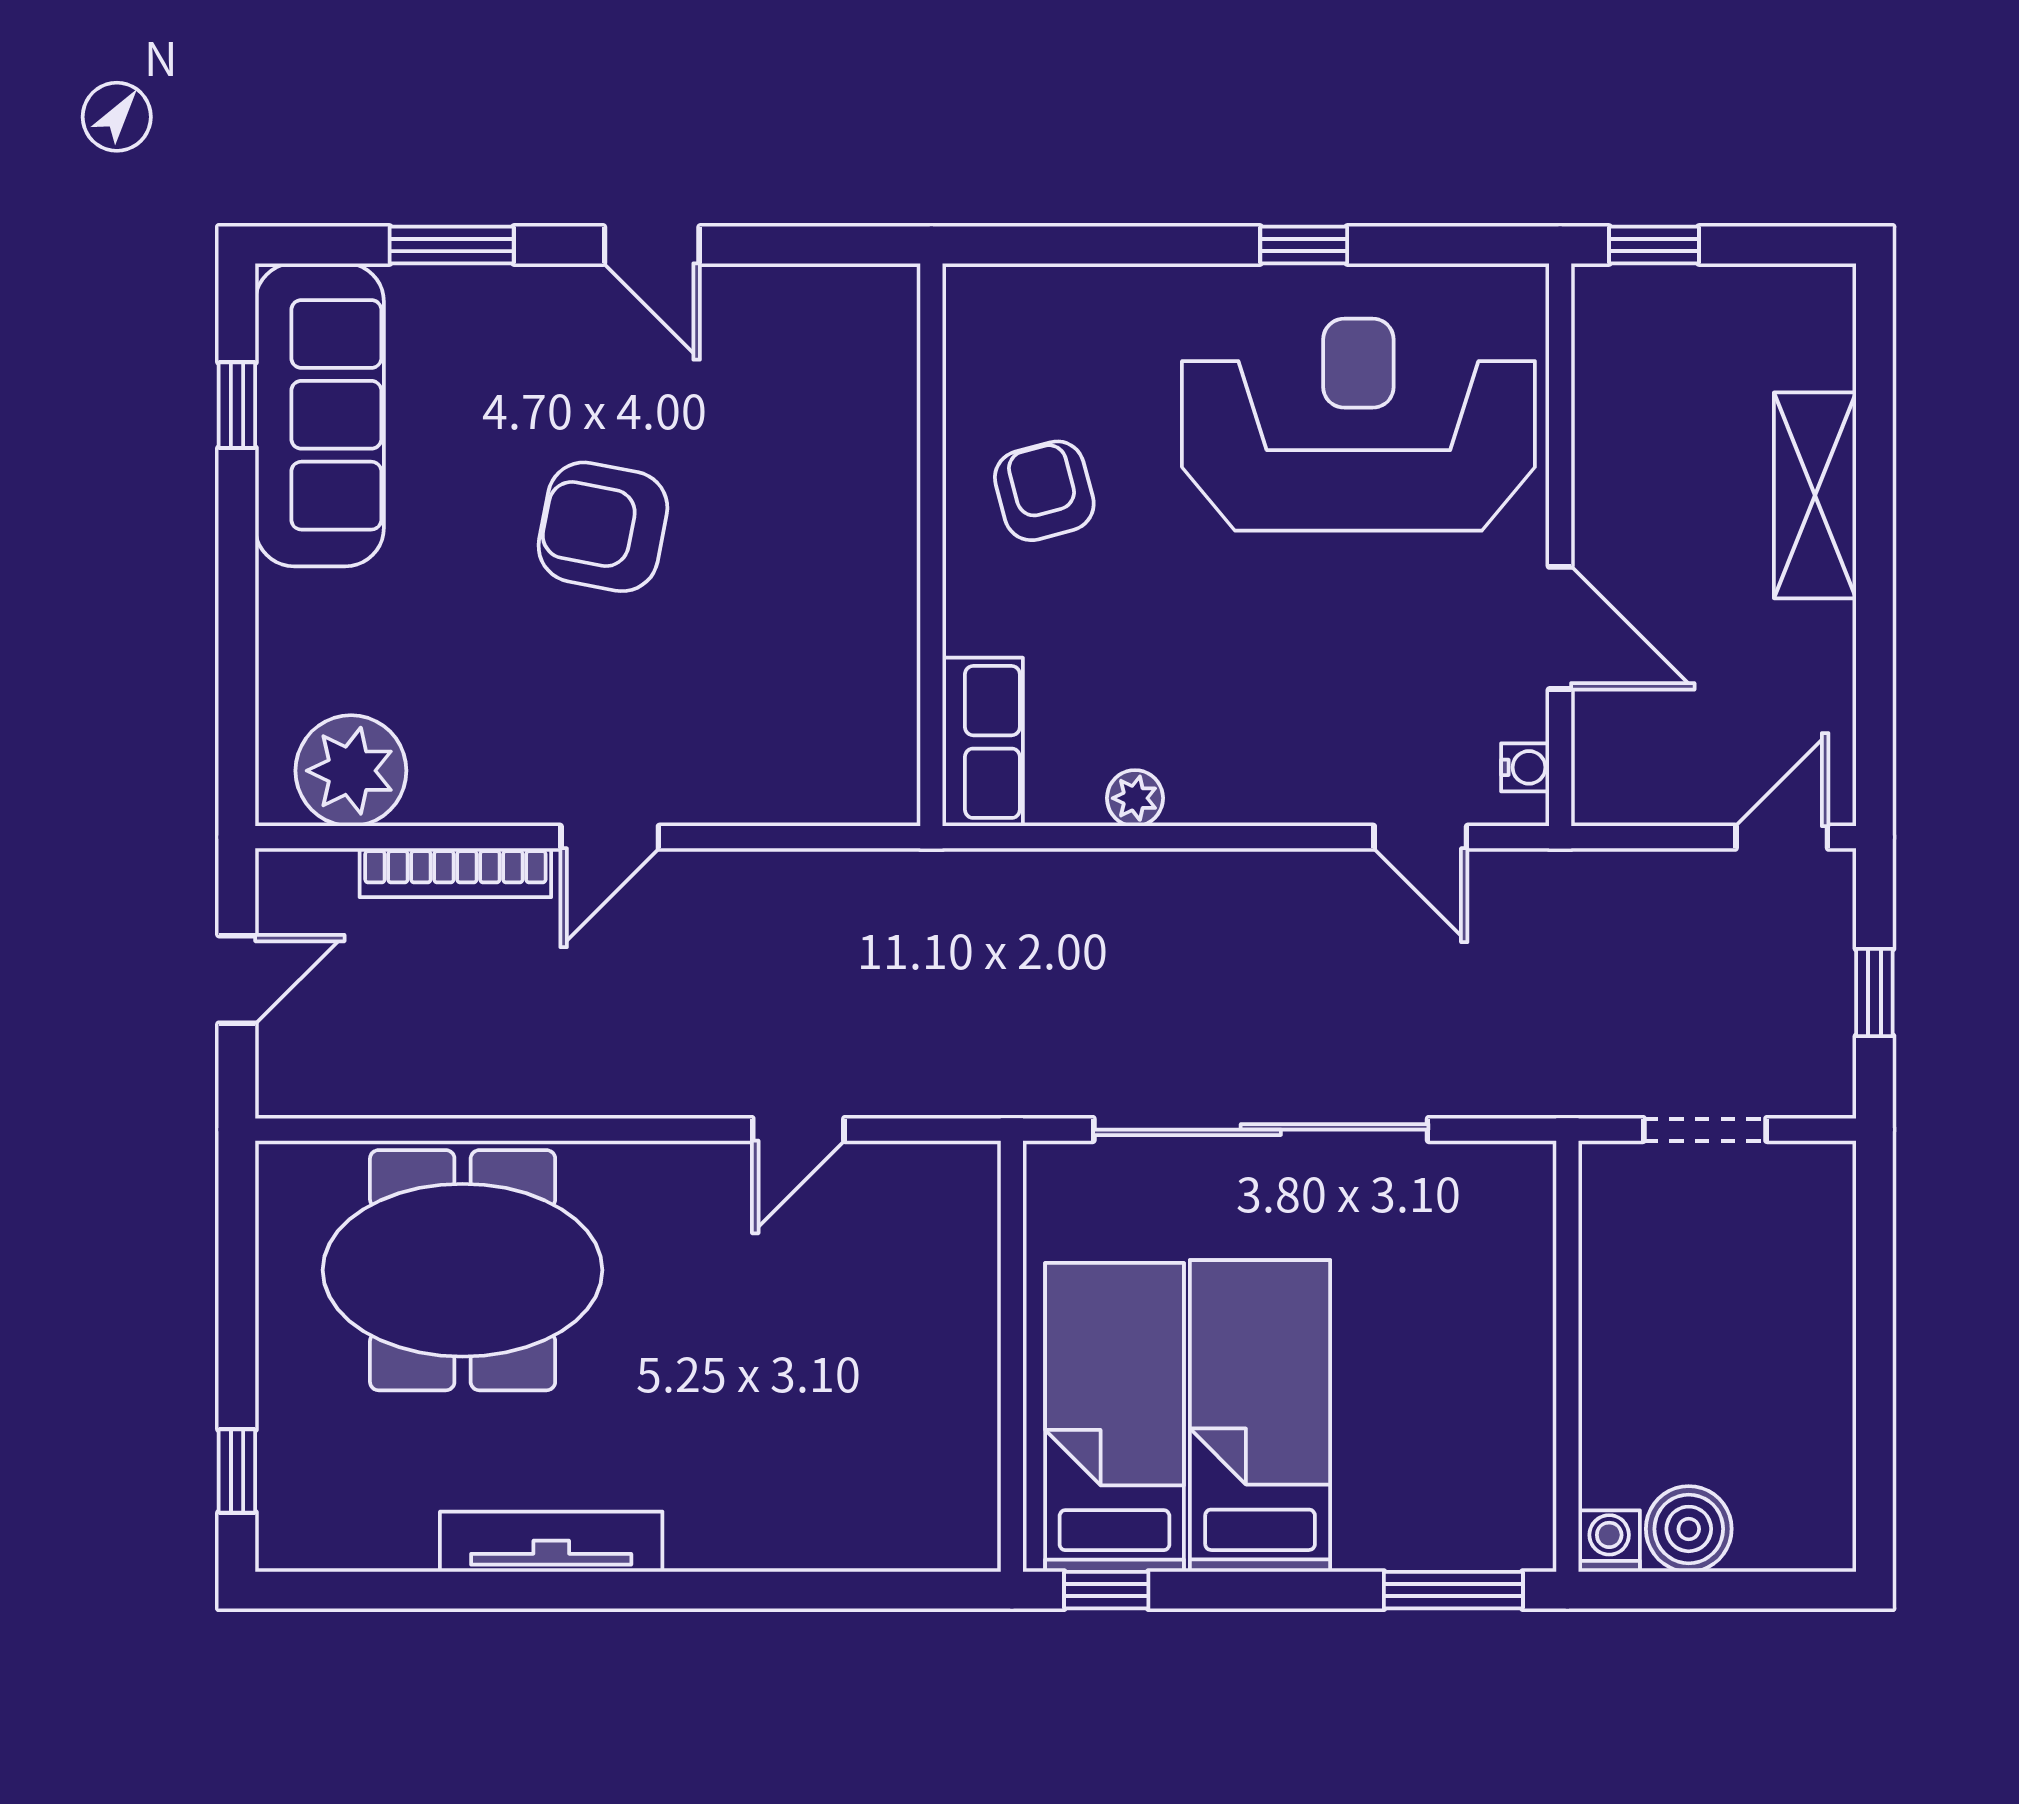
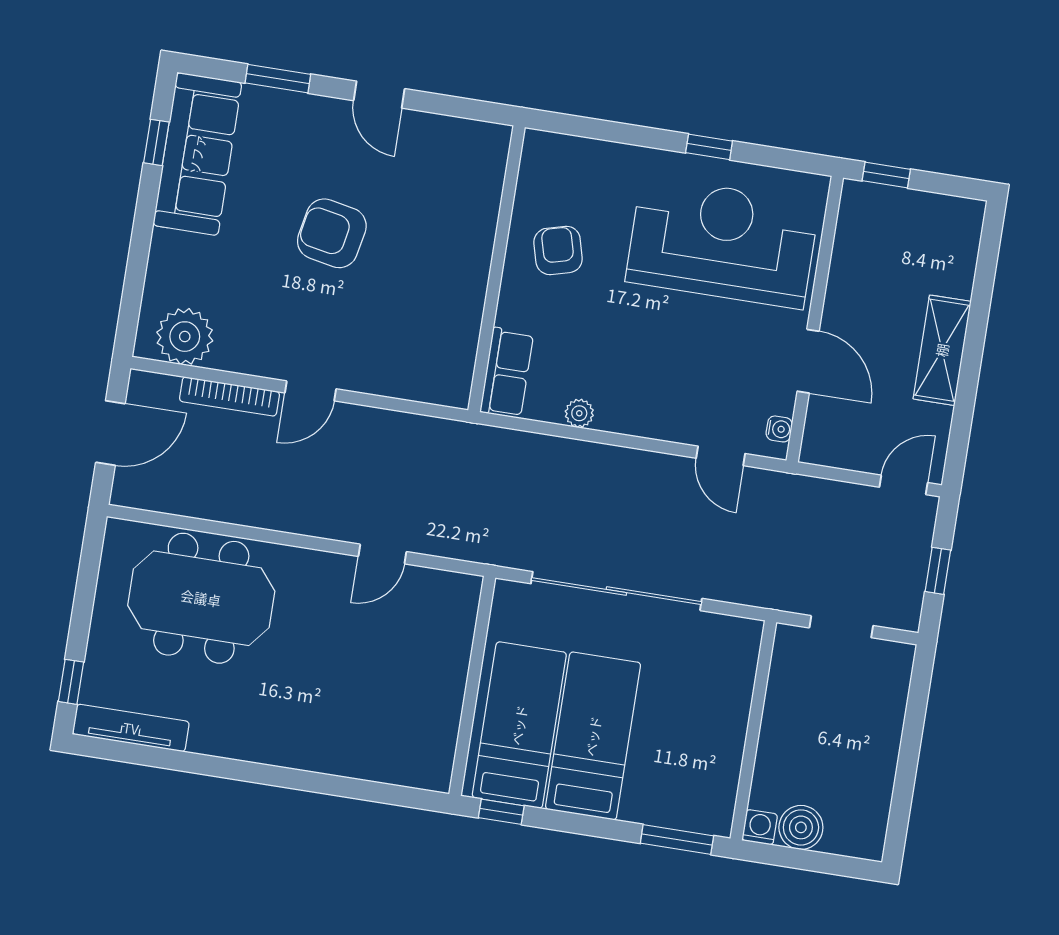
shelving: (1815, 495) -> (942, 350), moved
door: (237, 979) -> (110, 433), width x1.37
tv unit: (551, 1542) -> (131, 728), moved

